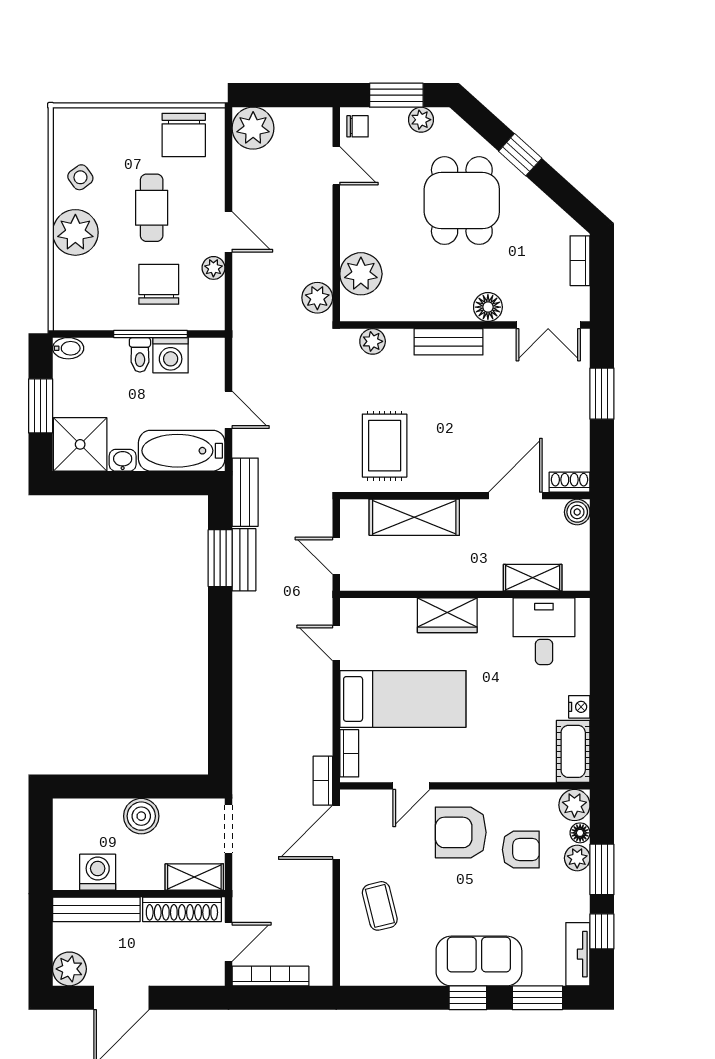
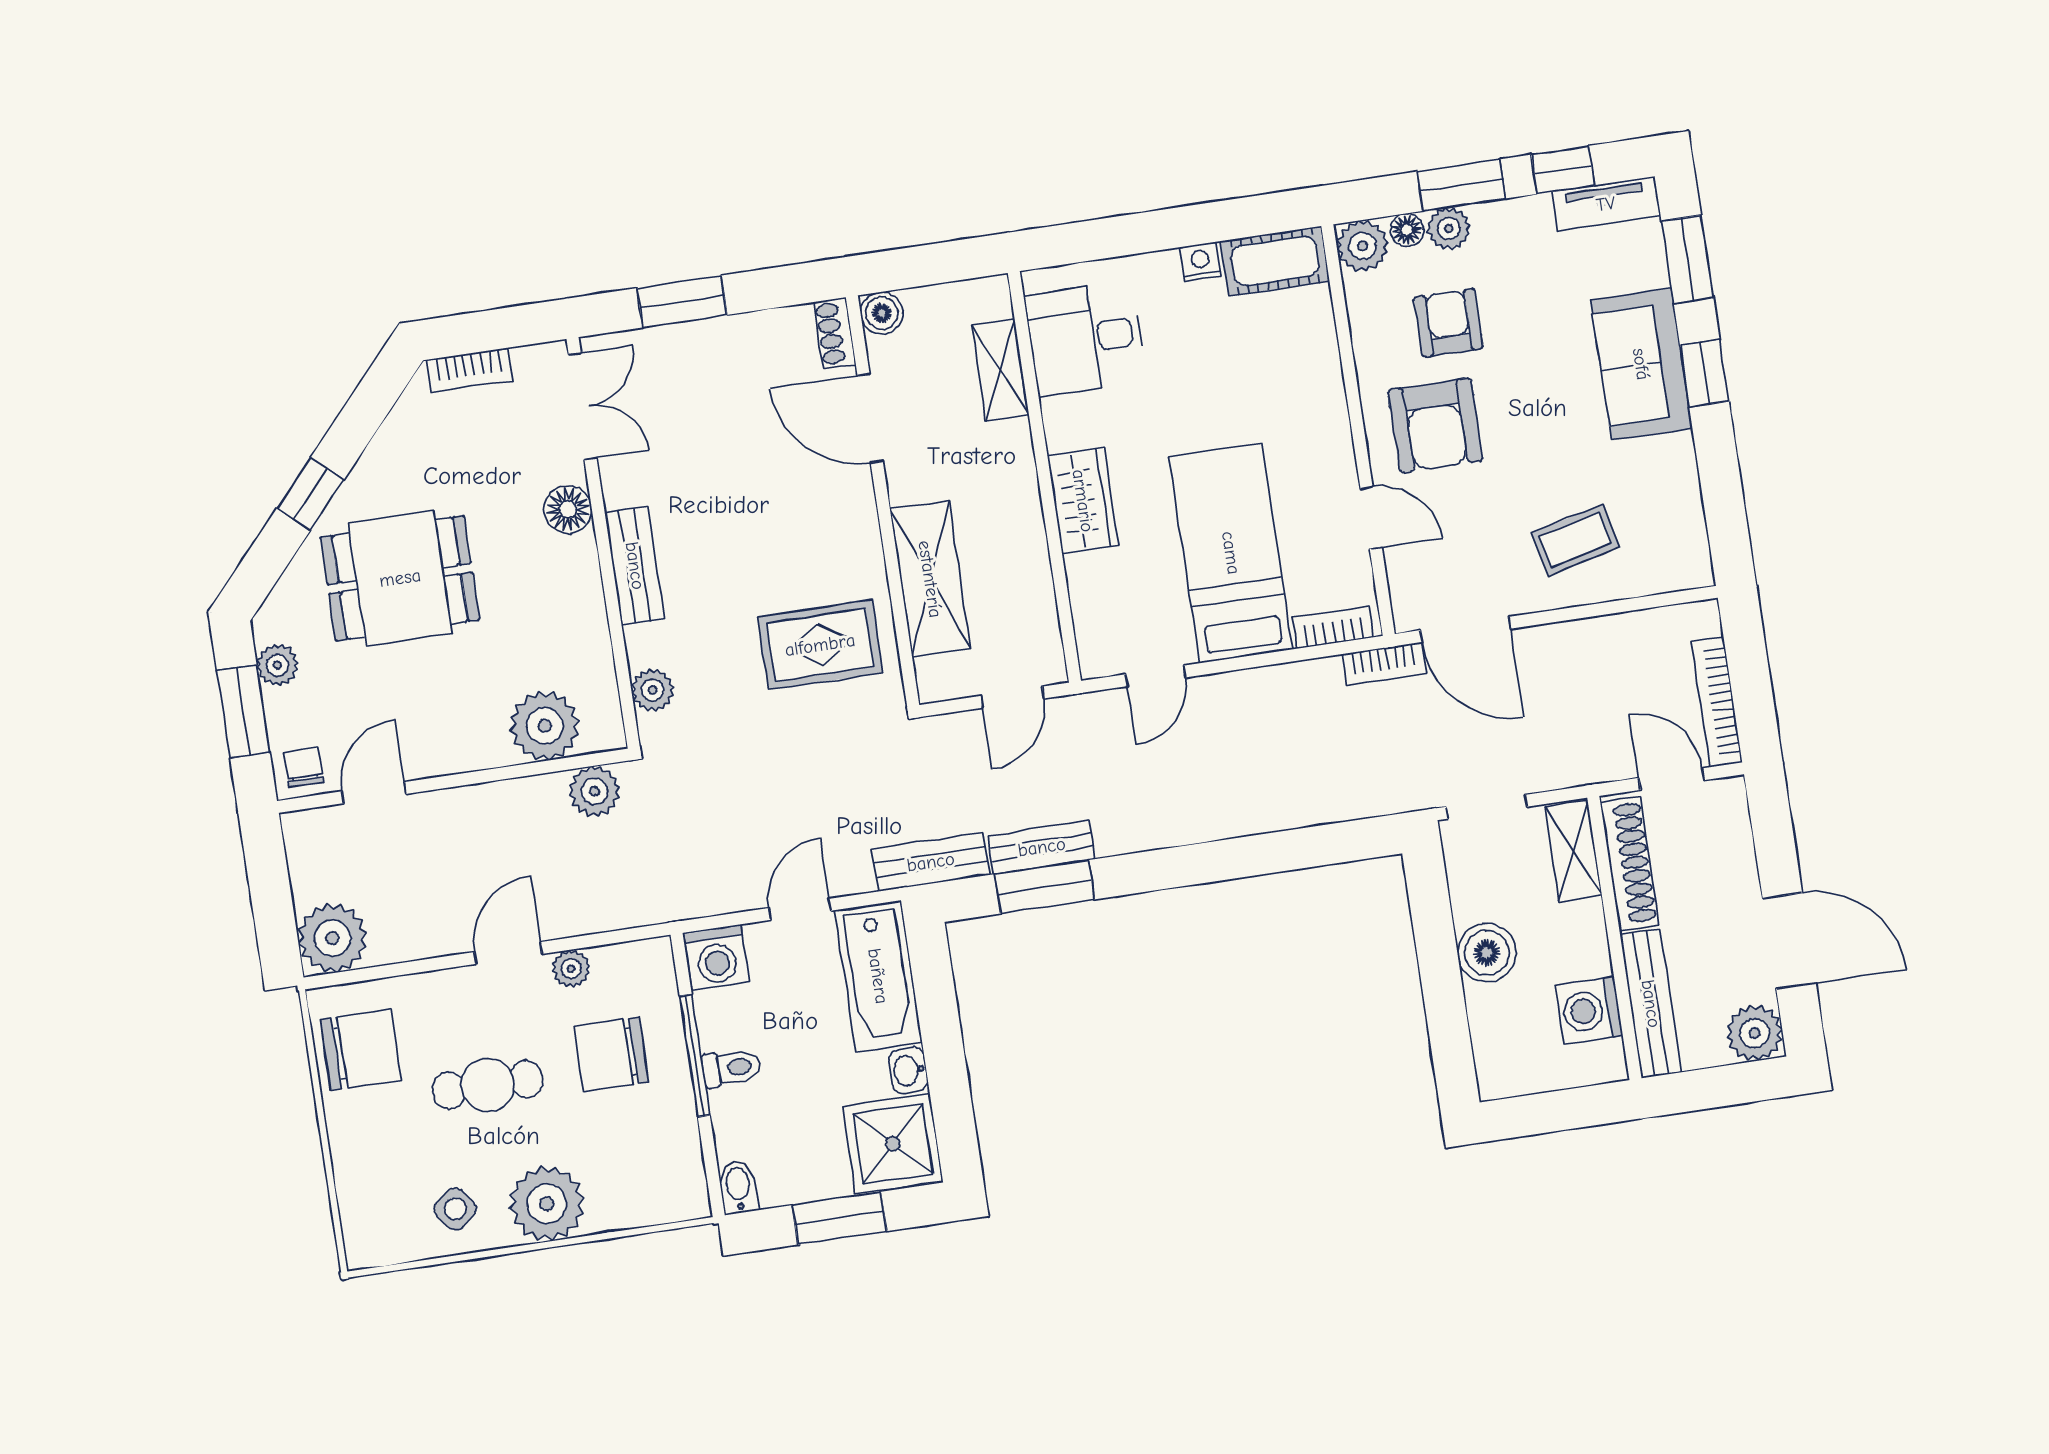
washing machine: (171, 355) -> (717, 957), moved, turned 90

